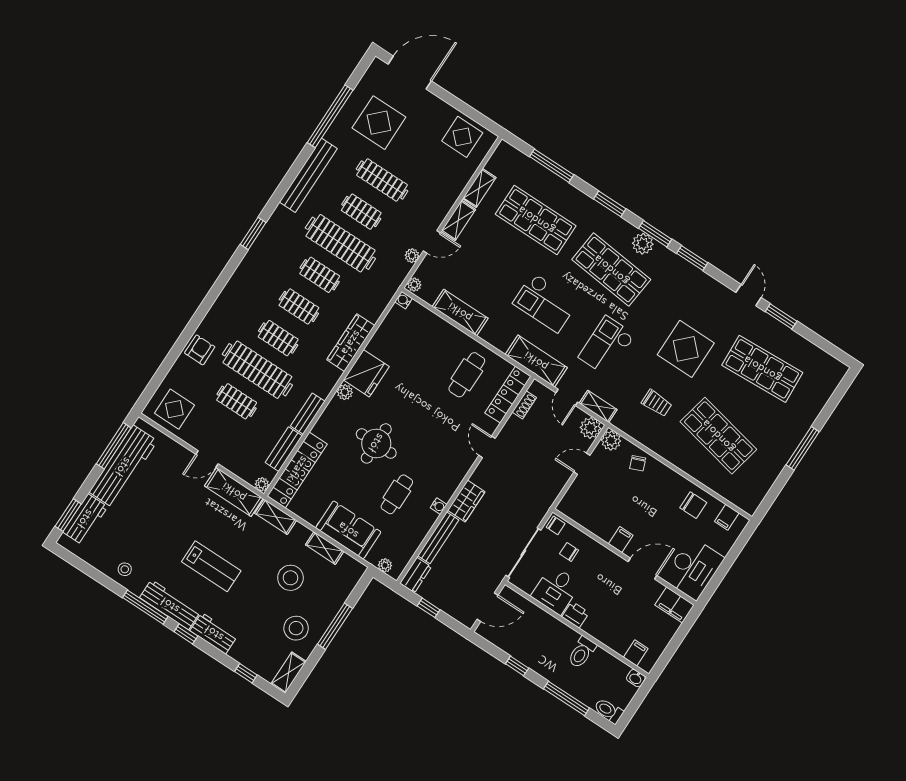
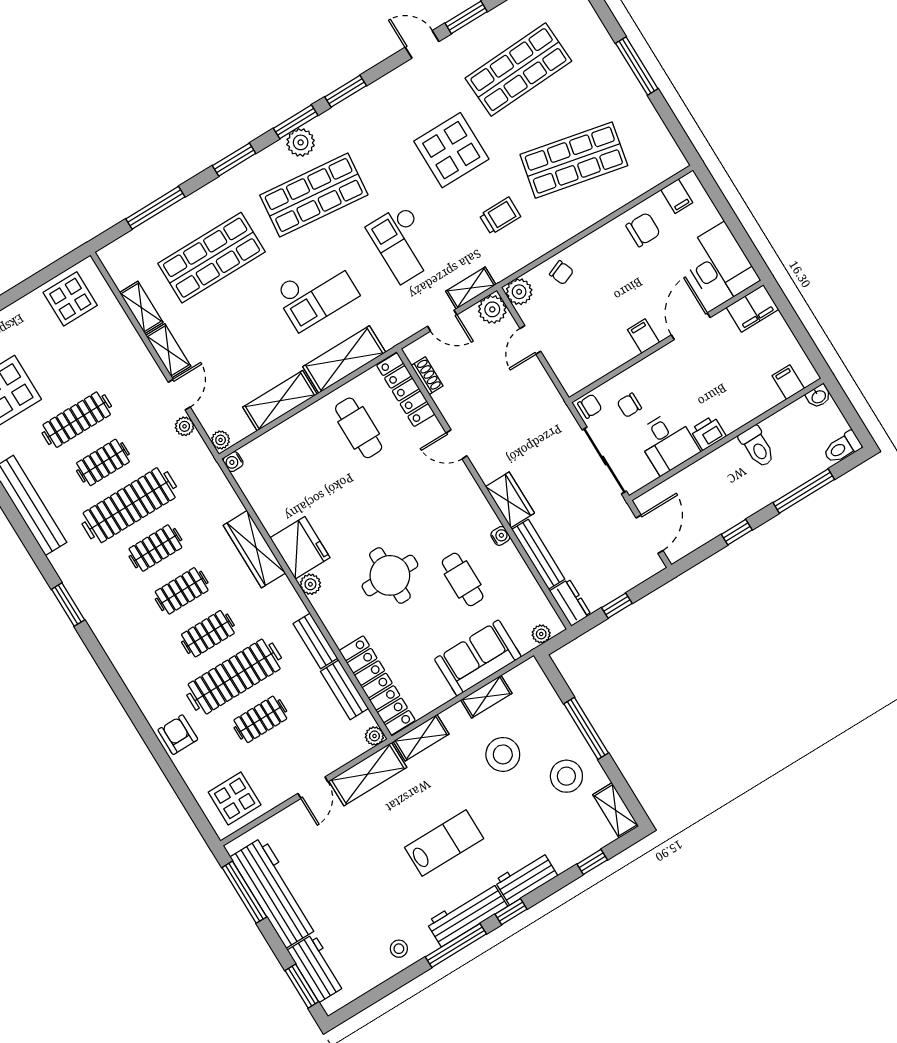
shelving: (536, 361) -> (344, 359), moved

